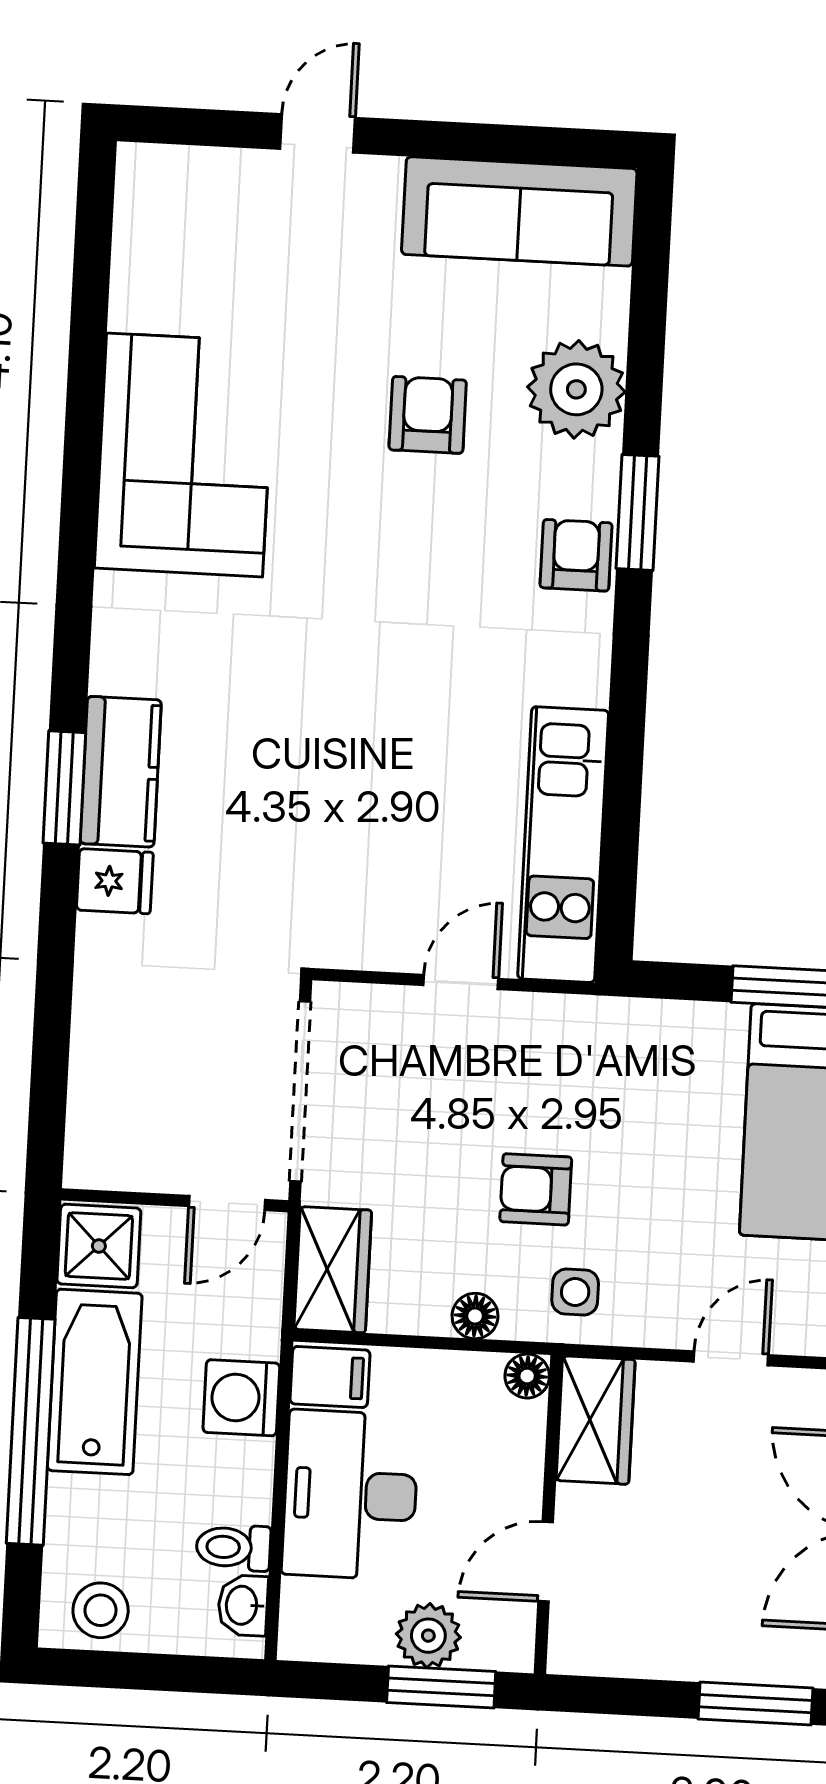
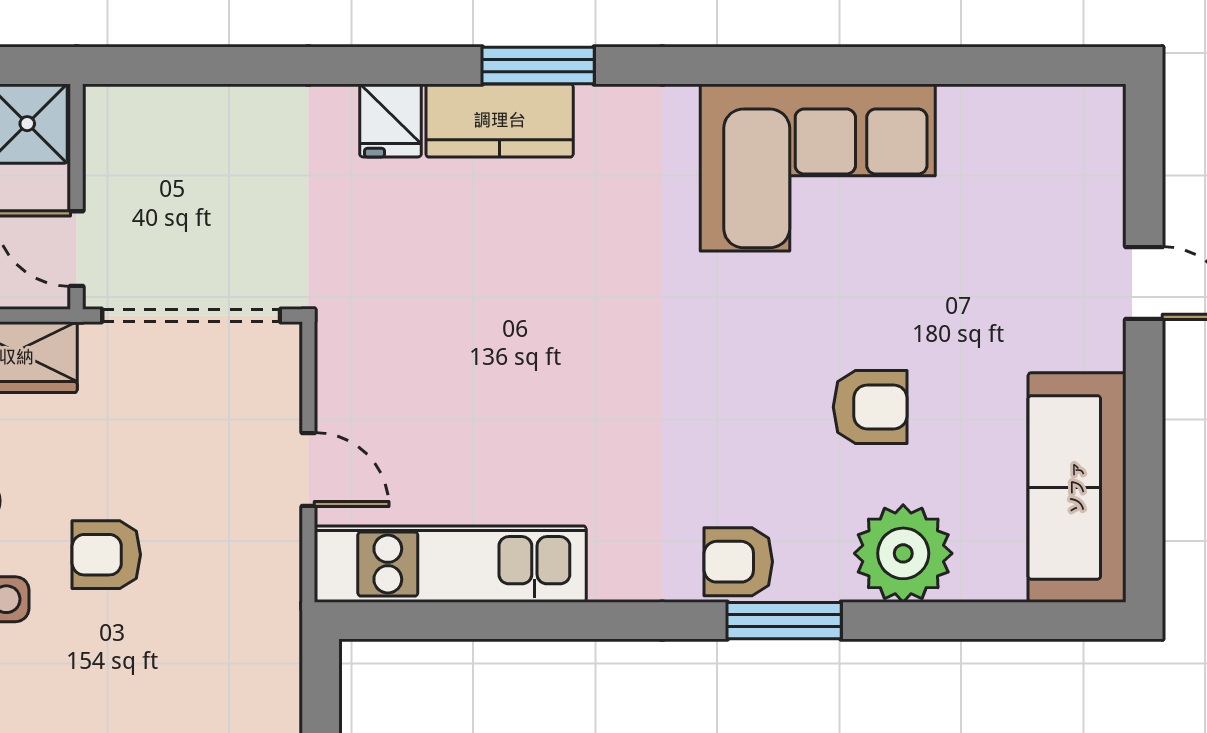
armchair: (576, 555) -> (738, 562), turned 180
window: (64, 788) -> (538, 65), moved
armchair: (536, 1189) -> (106, 555), turned -90

